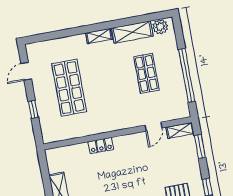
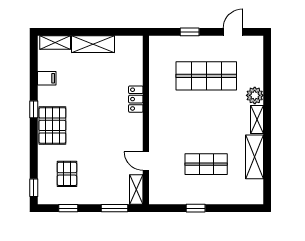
plant: (160, 27) -> (255, 95), moved
door: (26, 71) -> (233, 32), hinge flipped
window: (187, 75) -> (196, 208), width x0.32

